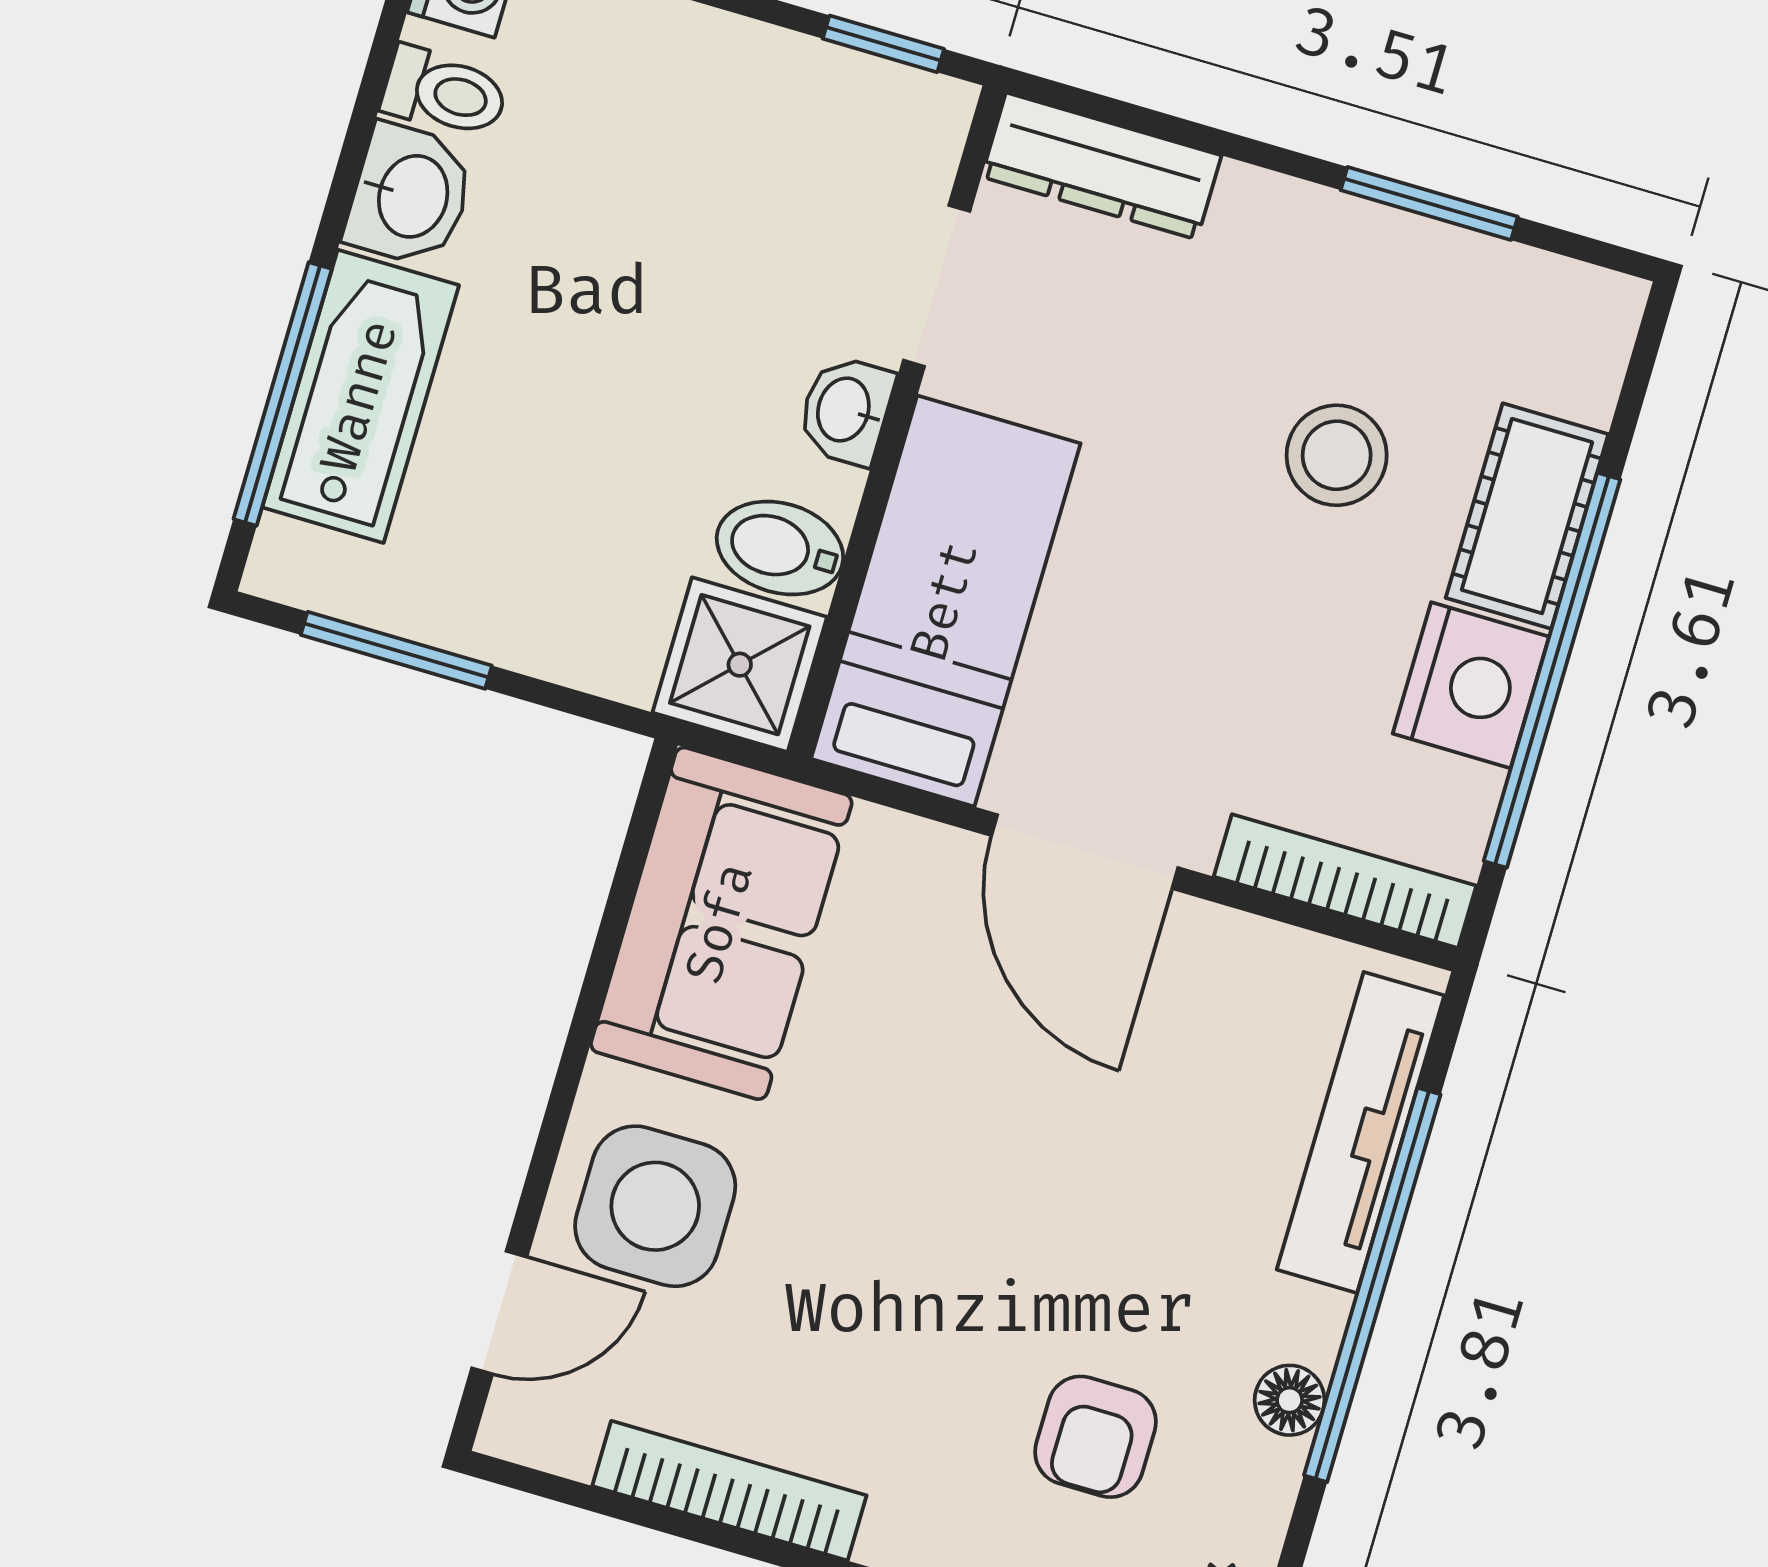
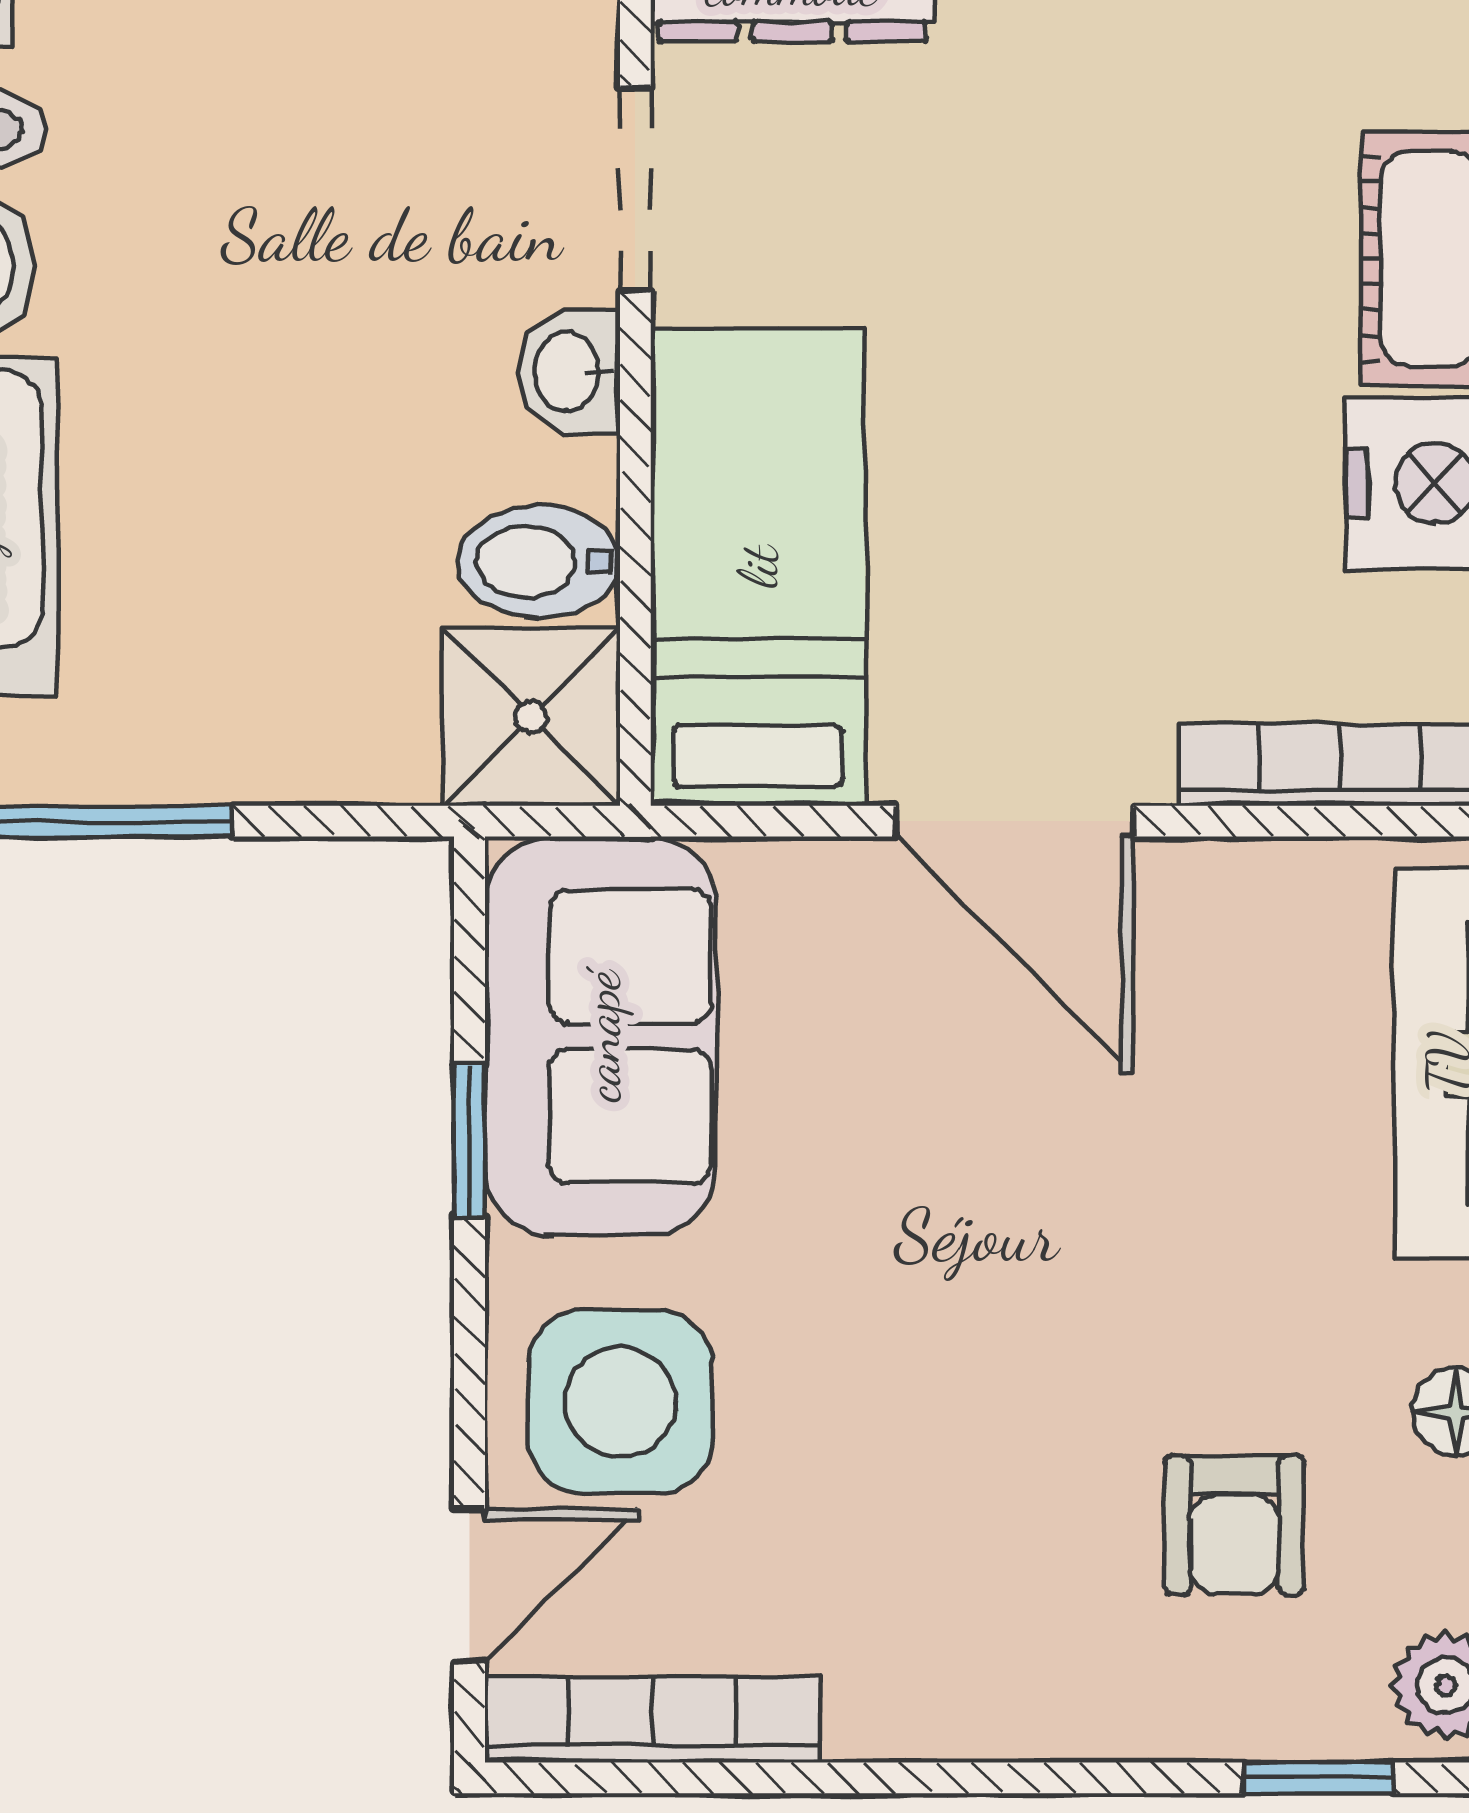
stool: (1337, 455) -> (1179, 253), removed
window: (598, 974) -> (470, 1141), added
bookcase: (729, 1491) -> (653, 1720), moved

